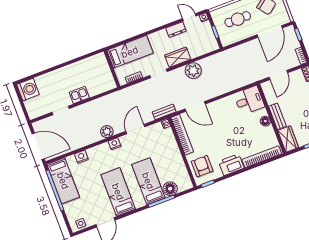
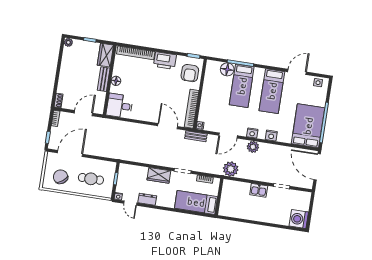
plant: (193, 71) -> (231, 169), moved
nightstand: (81, 157) -> (271, 136), moved
bed: (63, 181) -> (308, 126), width x1.50

